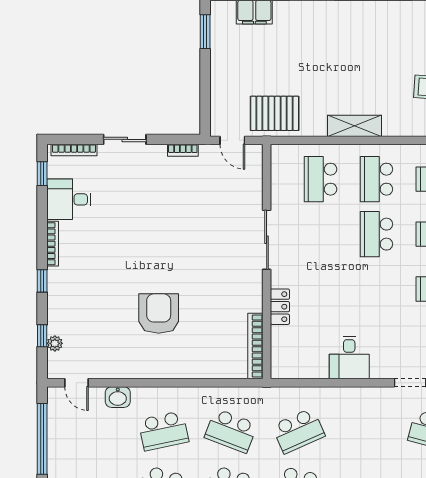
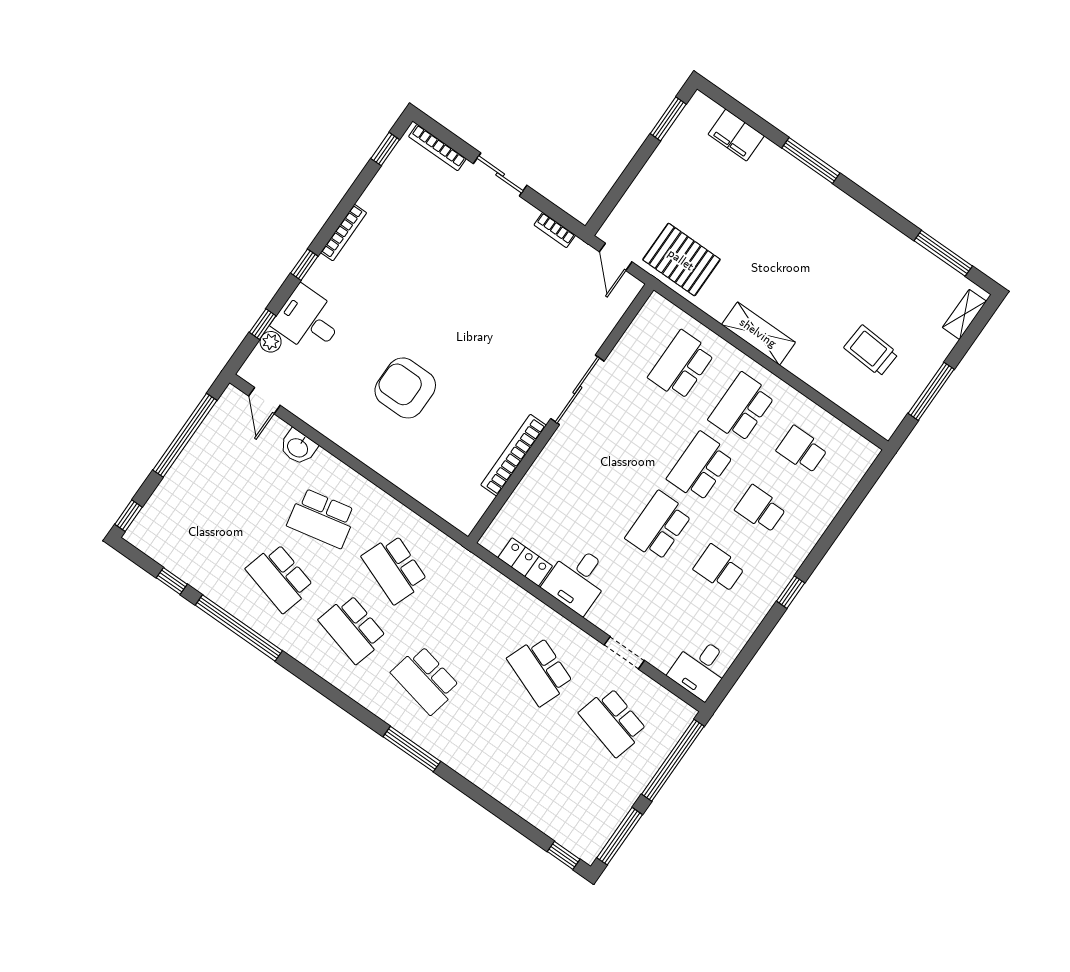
desk: (69, 199) -> (308, 320), moved
school desk: (376, 289) -> (659, 526), added
locker: (280, 307) -> (525, 562), moved, turned -90
armchair: (159, 314) -> (405, 388), turned -90
bookcase: (255, 346) -> (514, 455), moved
school desk: (298, 431) -> (540, 671), moved, turned 45

